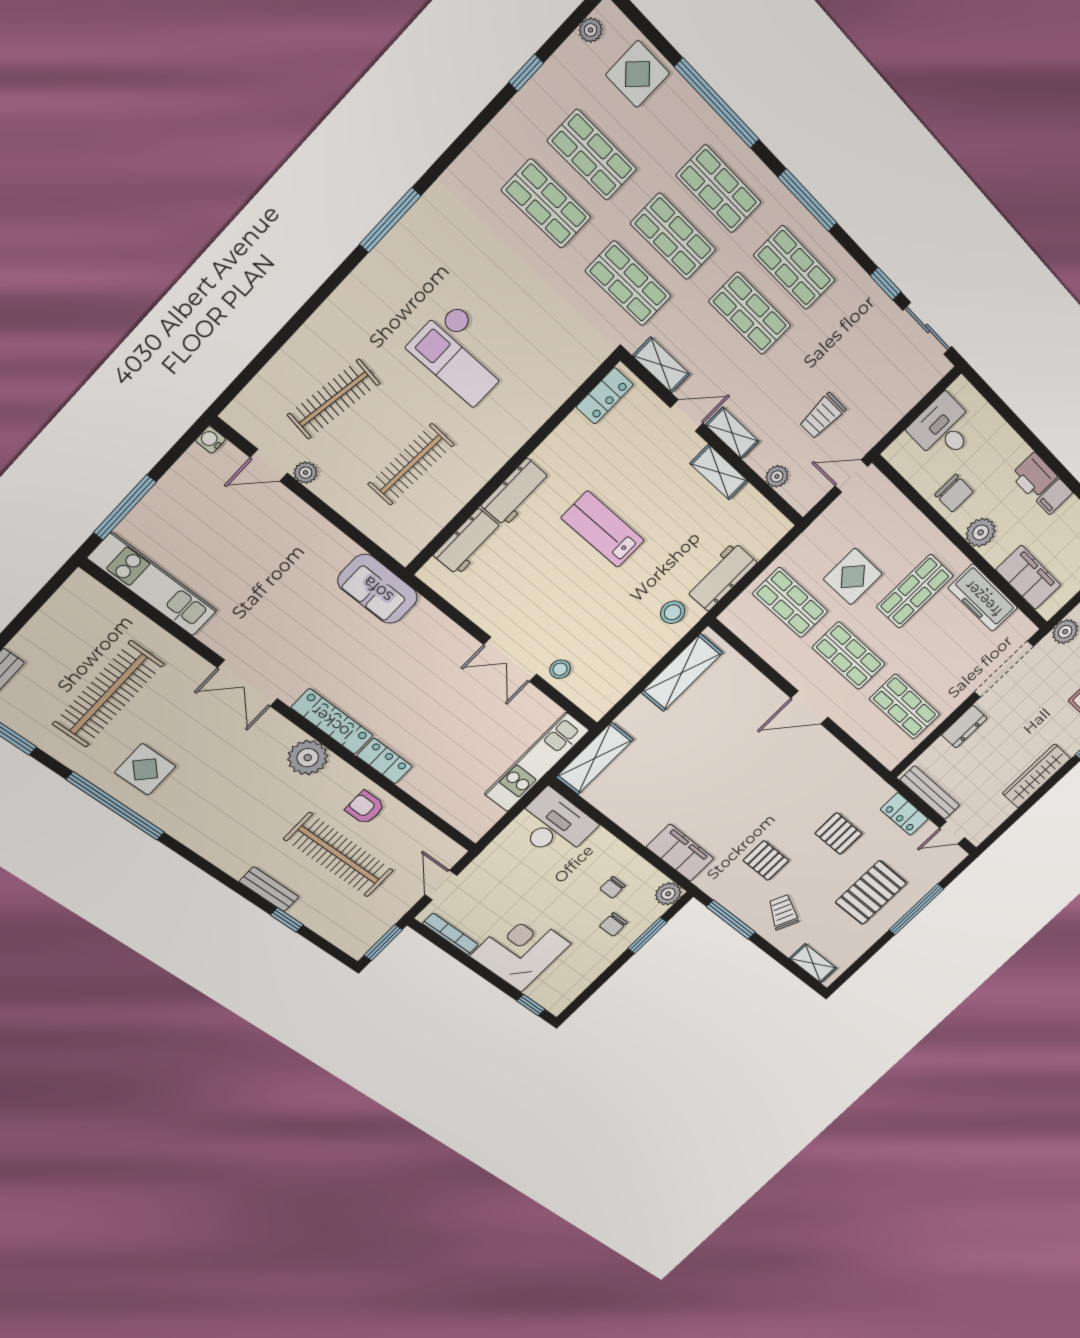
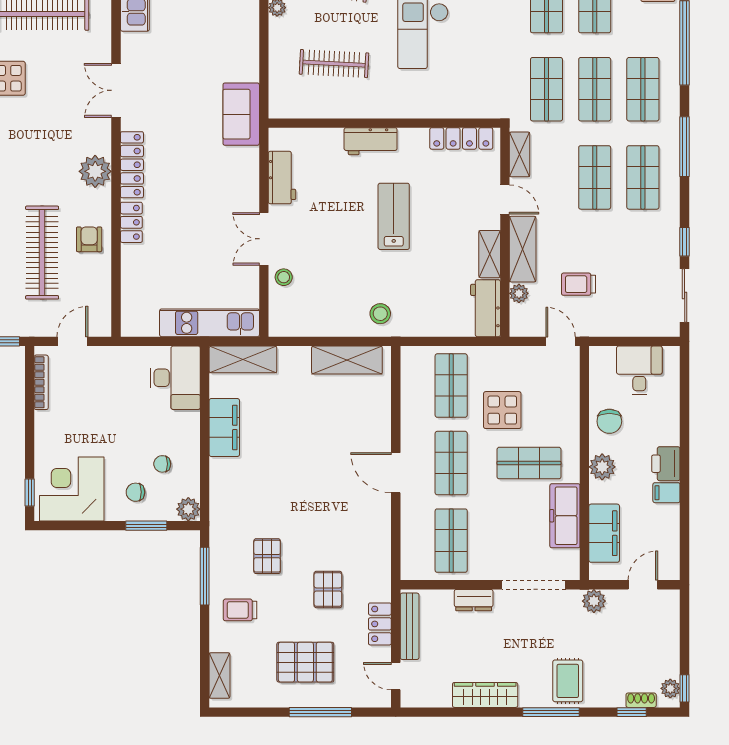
locker: (605, 396) -> (461, 138), width x1.53
shelving: (732, 433) -> (523, 249), width x1.50, depth x1.33
workbench: (468, 542) -> (282, 178), moved, turned -90
workbench: (721, 577) -> (486, 308), moved, turned -90
filing cabinet: (680, 853) -> (224, 427), moved
trolley: (783, 912) -> (240, 610), turned -118
corner desk: (521, 950) -> (72, 489), moved, turned -90

